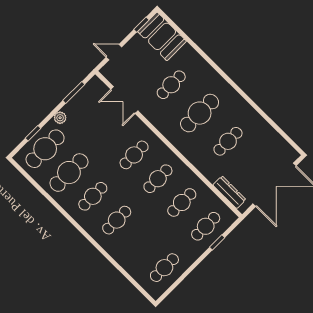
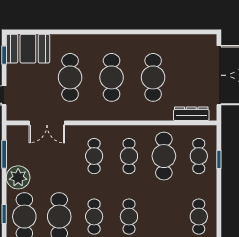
cafe table: (171, 85) -> (70, 77), width x1.37, depth x1.35
plant: (60, 118) -> (18, 177), width x1.87, depth x1.87
cafe table: (228, 141) -> (153, 77), width x1.37, depth x1.35
cafe table: (182, 202) -> (164, 156), width x1.37, depth x1.35

